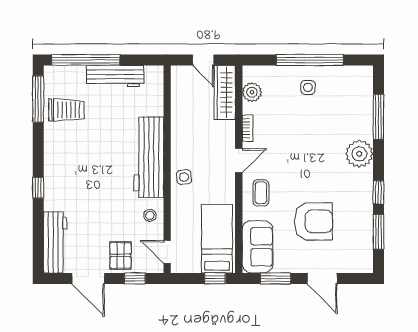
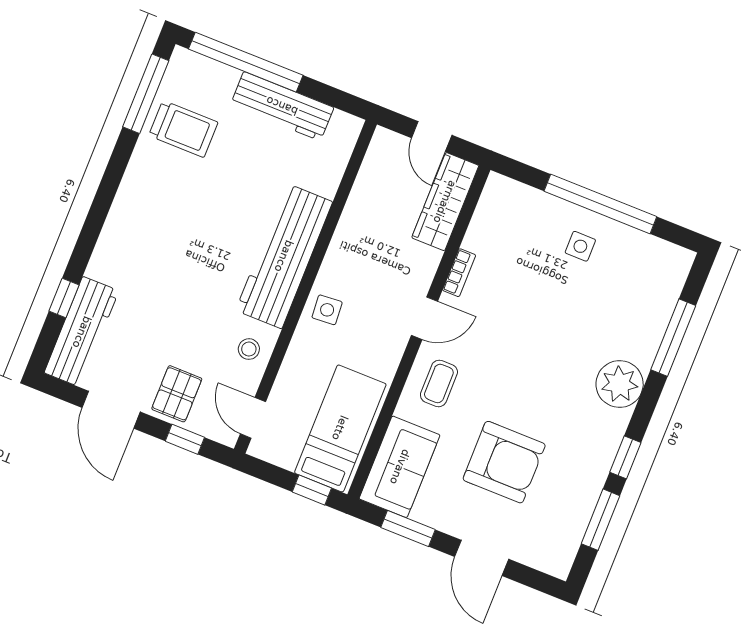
plant: (252, 92) -> (489, 218), removed
window: (38, 188) -> (64, 298), moved

